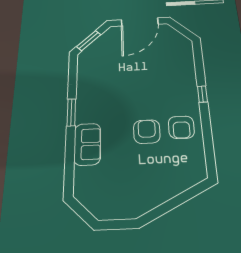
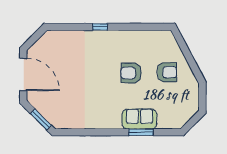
window: (71, 112) -> (141, 132), moved
armchair: (181, 127) -> (167, 72), moved

